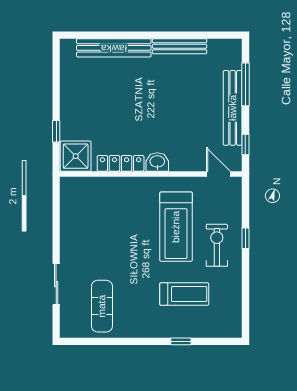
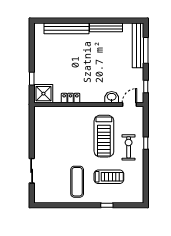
bench: (233, 108) -> (138, 45), moved
washbasin: (157, 162) -> (112, 97), moved
locker: (121, 163) -> (70, 98), width x0.66
door: (218, 174) -> (129, 104), hinge flipped
exercise mat: (102, 306) -> (77, 182), moved

